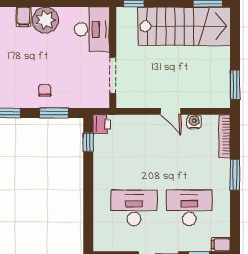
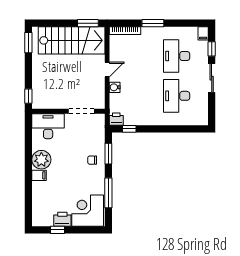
stairs: (184, 26) -> (72, 40), moved, turned 90
water cooler: (194, 122) -> (115, 87), moved

